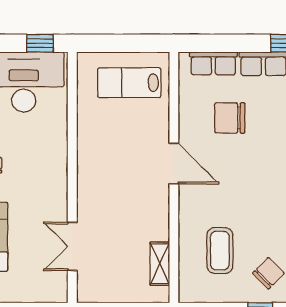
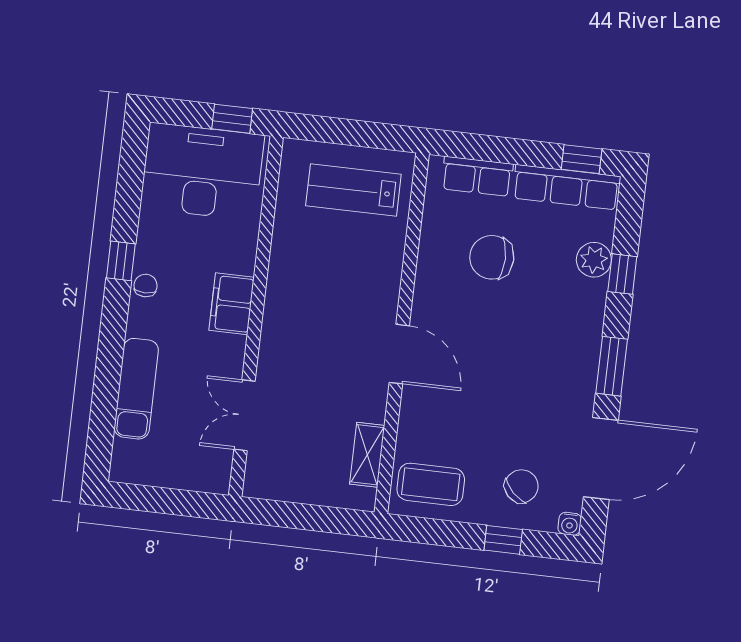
door: (174, 164) -> (399, 354), moved
filing cabinet: (54, 171) -> (232, 304), added
coffee table: (220, 251) -> (431, 484), moved, turned 90

